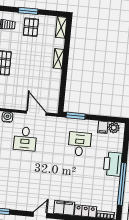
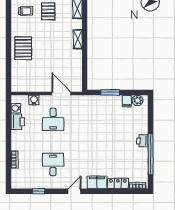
window: (76, 116) -> (110, 93), moved
desk: (80, 144) -> (53, 164), moved
printer: (113, 164) -> (142, 141), width x0.53, depth x0.68

